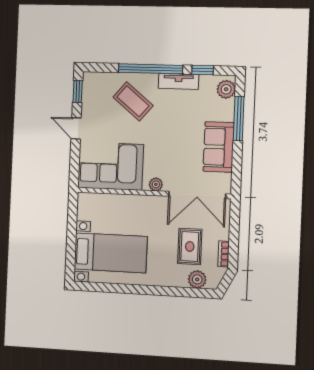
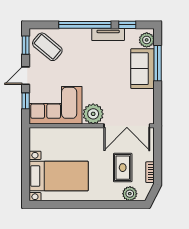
coffee table: (133, 101) -> (47, 47), moved
door: (76, 128) -> (26, 76), hinge flipped
sofa: (219, 147) -> (143, 69), moved
window: (75, 159) -> (26, 101), added
plant: (156, 184) -> (93, 114), width x1.88, depth x1.88

